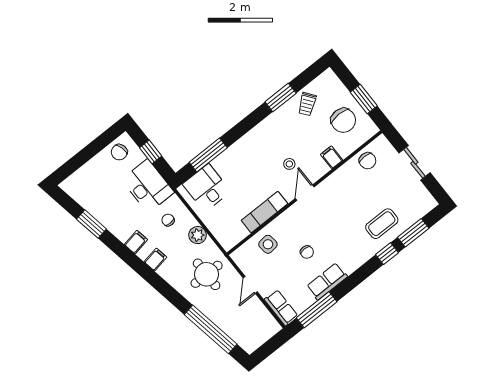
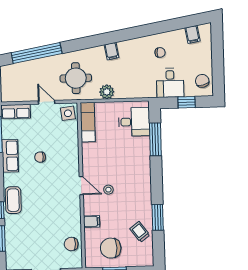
desk: (148, 186) -> (170, 83), width x0.73
exam couch: (265, 212) -> (88, 122), moved
chair: (168, 220) -> (160, 52), moved
window: (91, 224) -> (168, 26), removed
coffee table: (382, 224) -> (13, 200), moved
filing cabinet: (136, 242) -> (192, 34), moved
side table: (268, 244) -> (68, 113), moved

